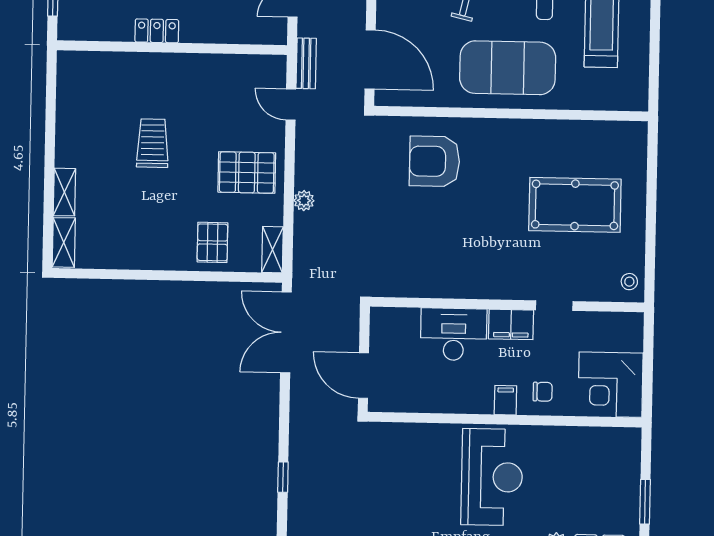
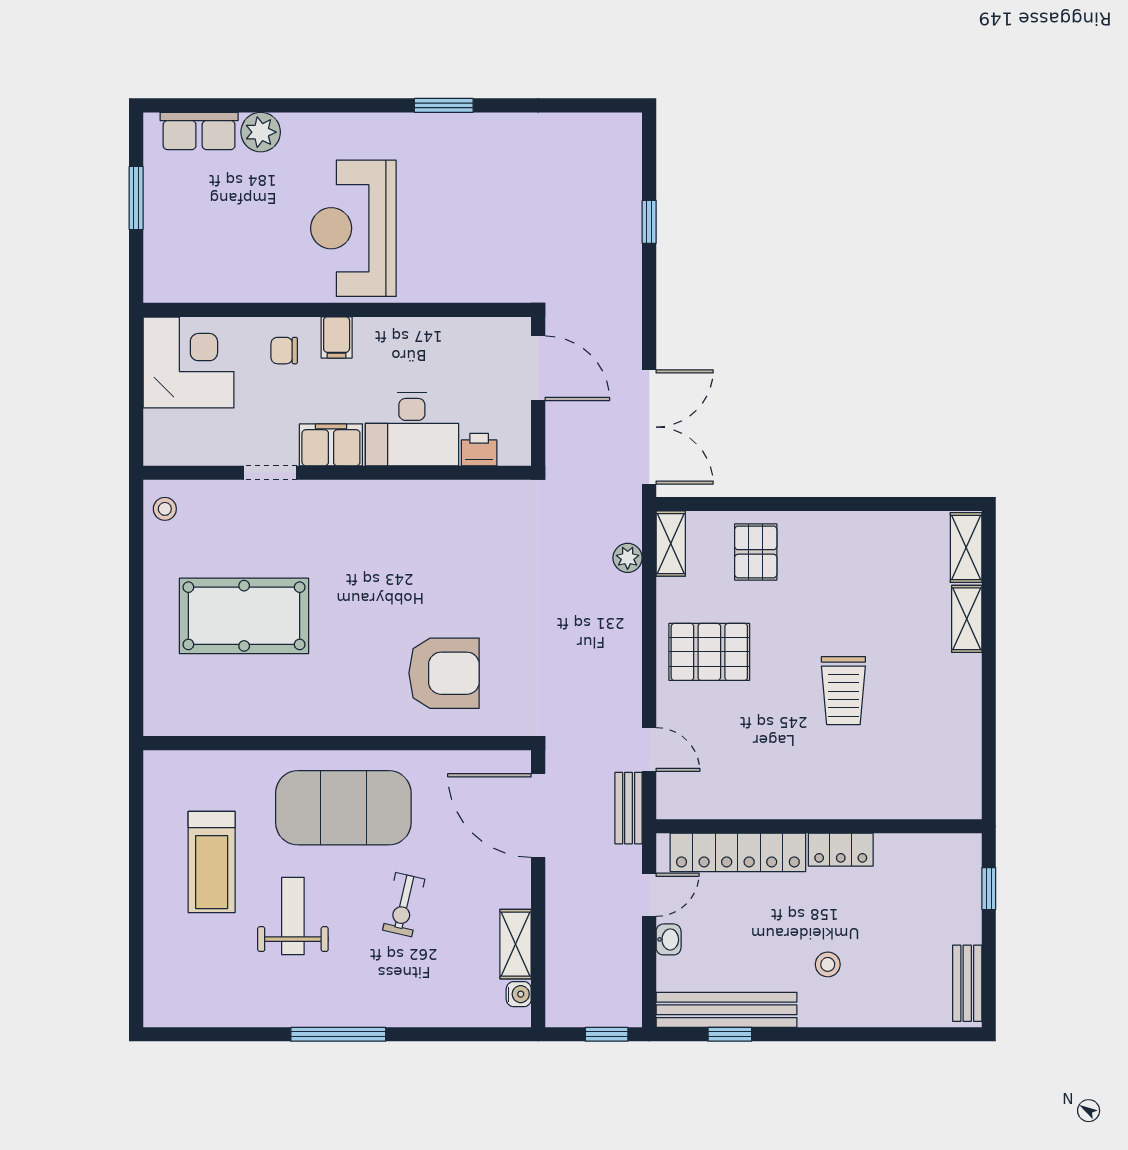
locker: (230, 30) -> (738, 852), added
plant: (304, 201) -> (628, 558), moved
printer: (406, 319) -> (479, 450), added

